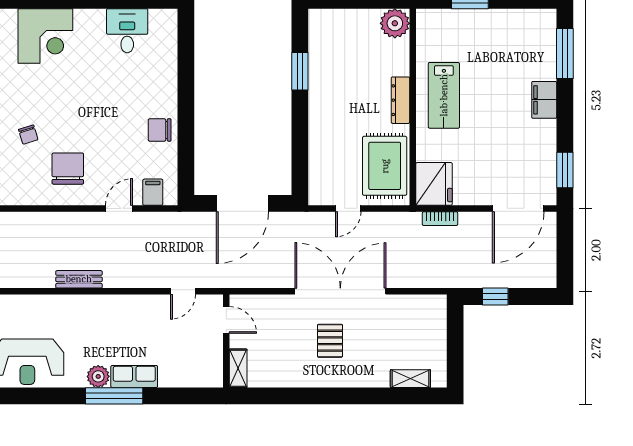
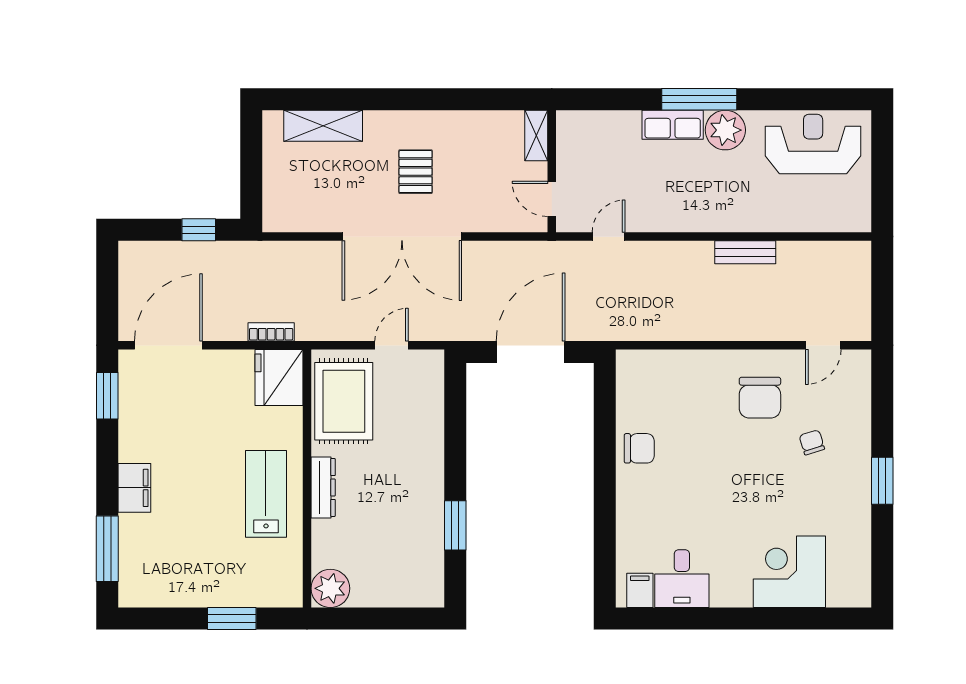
filing cabinet: (153, 192) -> (640, 590), moved, turned 180
door: (119, 208) -> (823, 345), moved
plant: (98, 376) -> (725, 130), width x1.36, depth x1.36
shelving: (410, 379) -> (323, 126), width x1.50, depth x1.33

